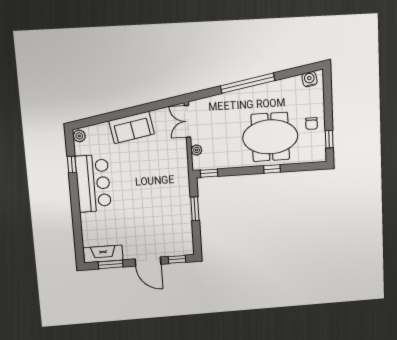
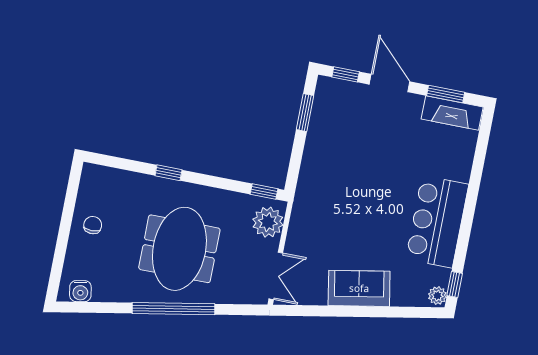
meeting table: (270, 137) -> (179, 249), moved, turned 90
window: (329, 139) -> (71, 195), removed
plant: (197, 150) -> (268, 222), width x1.88, depth x1.88
window: (72, 164) -> (455, 285), moved
window: (195, 209) -> (305, 113), moved

